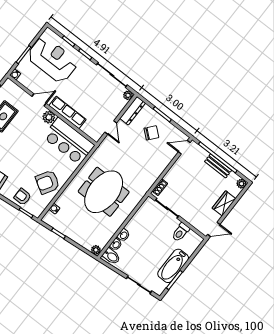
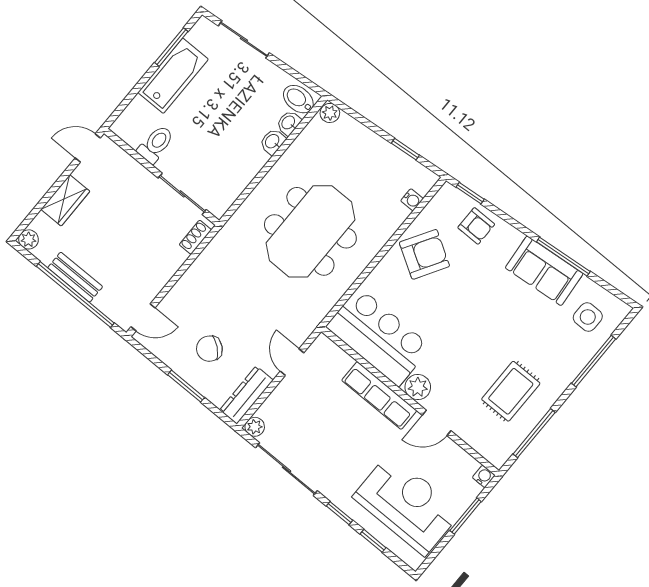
reception desk: (52, 60) -> (407, 504), turned 180

